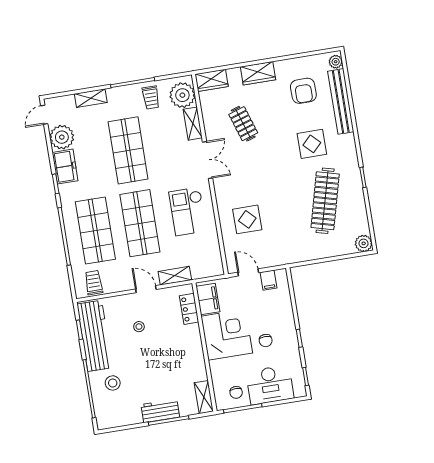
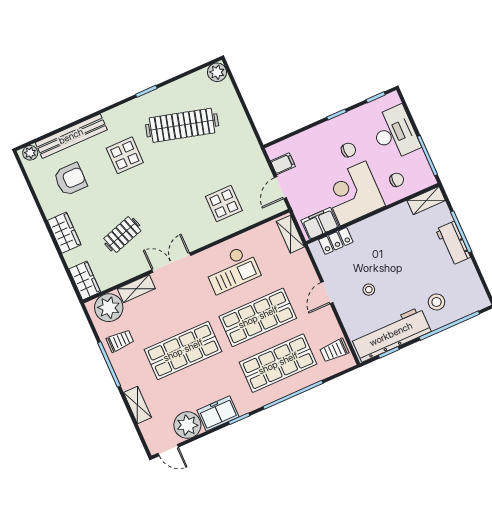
shelving: (175, 276) -> (290, 234), moved
chair: (236, 392) -> (397, 180), moved

